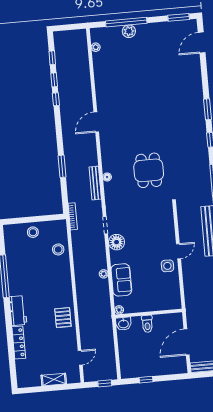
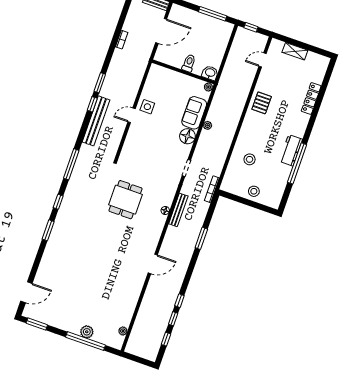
floor lamp: (117, 242) -> (187, 136), moved
stool: (58, 249) -> (250, 159), moved
workbench: (18, 311) -> (291, 150), moved
window: (146, 380) -> (213, 14), width x2.17

